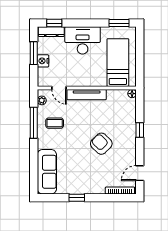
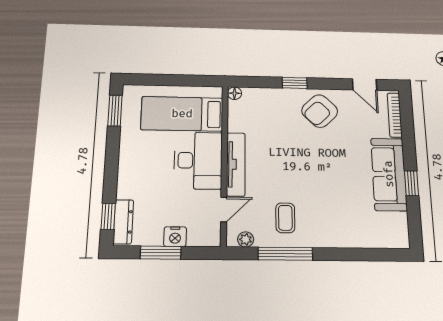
desk: (83, 40) -> (198, 160), moved, turned 180
armchair: (101, 144) -> (320, 111), moved
sofa: (47, 172) -> (389, 174), moved, turned -90

